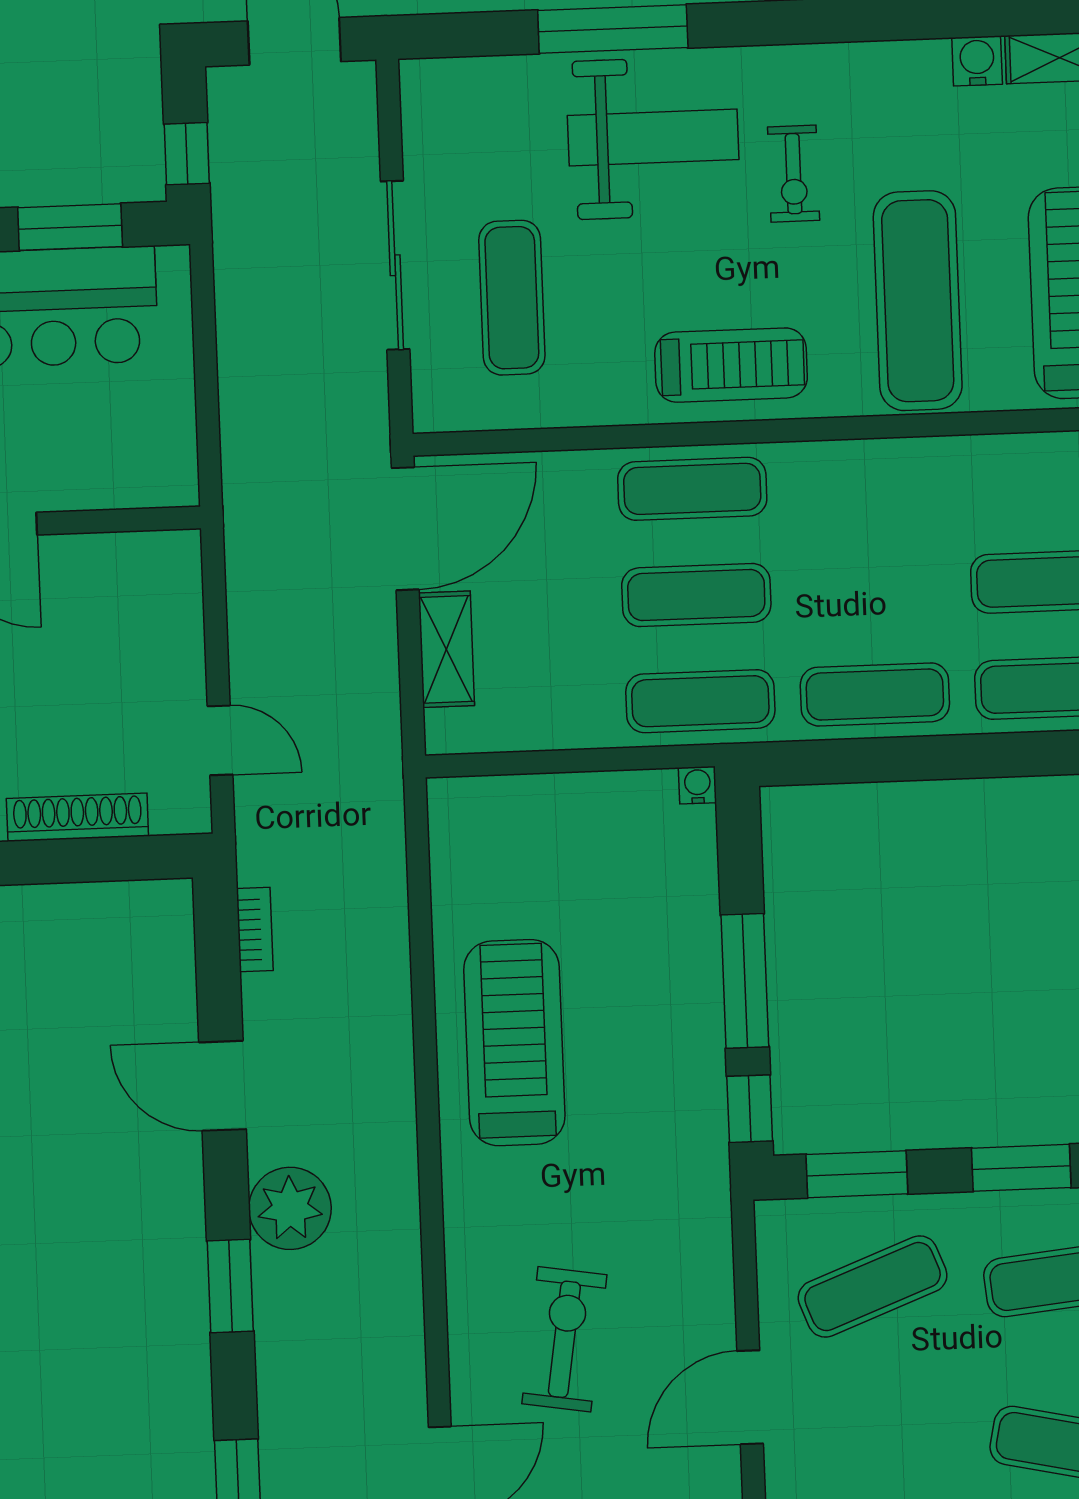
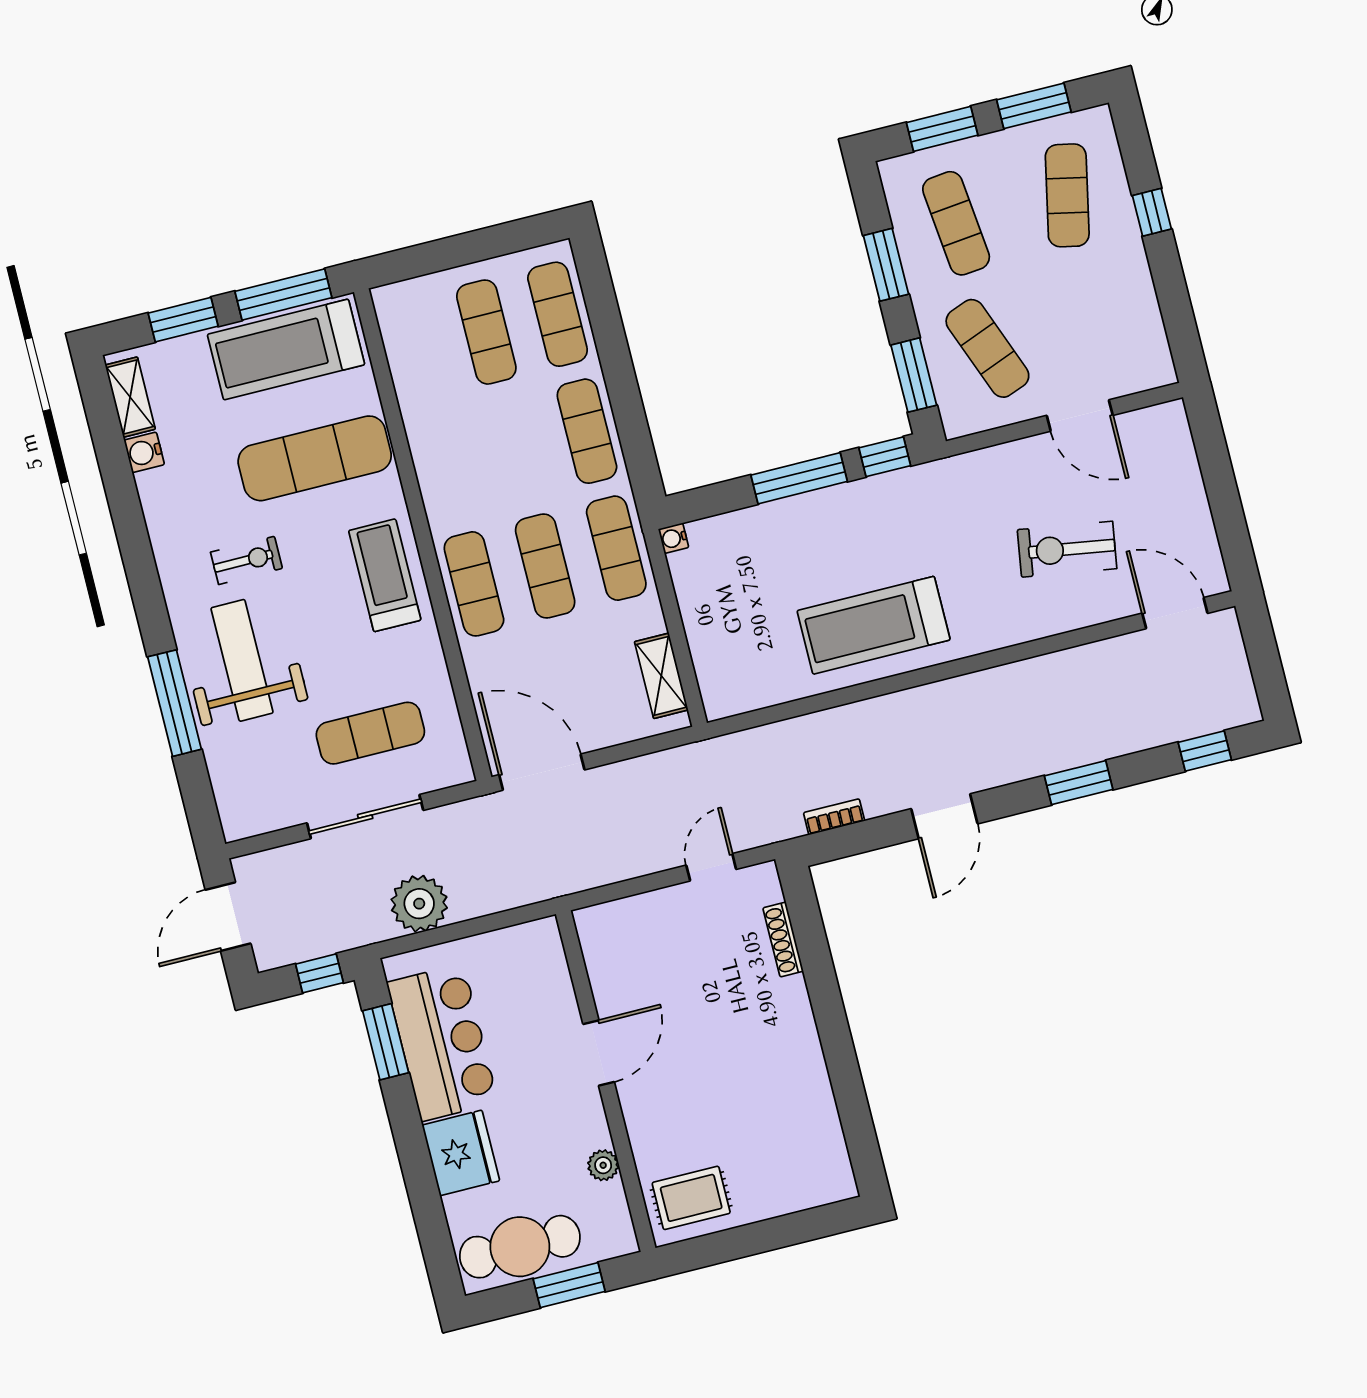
shelving: (446, 649) -> (661, 676), moved, turned 90
shoe rack: (77, 817) -> (783, 940), width x0.74, depth x0.81
plant: (290, 1208) -> (419, 904), moved

